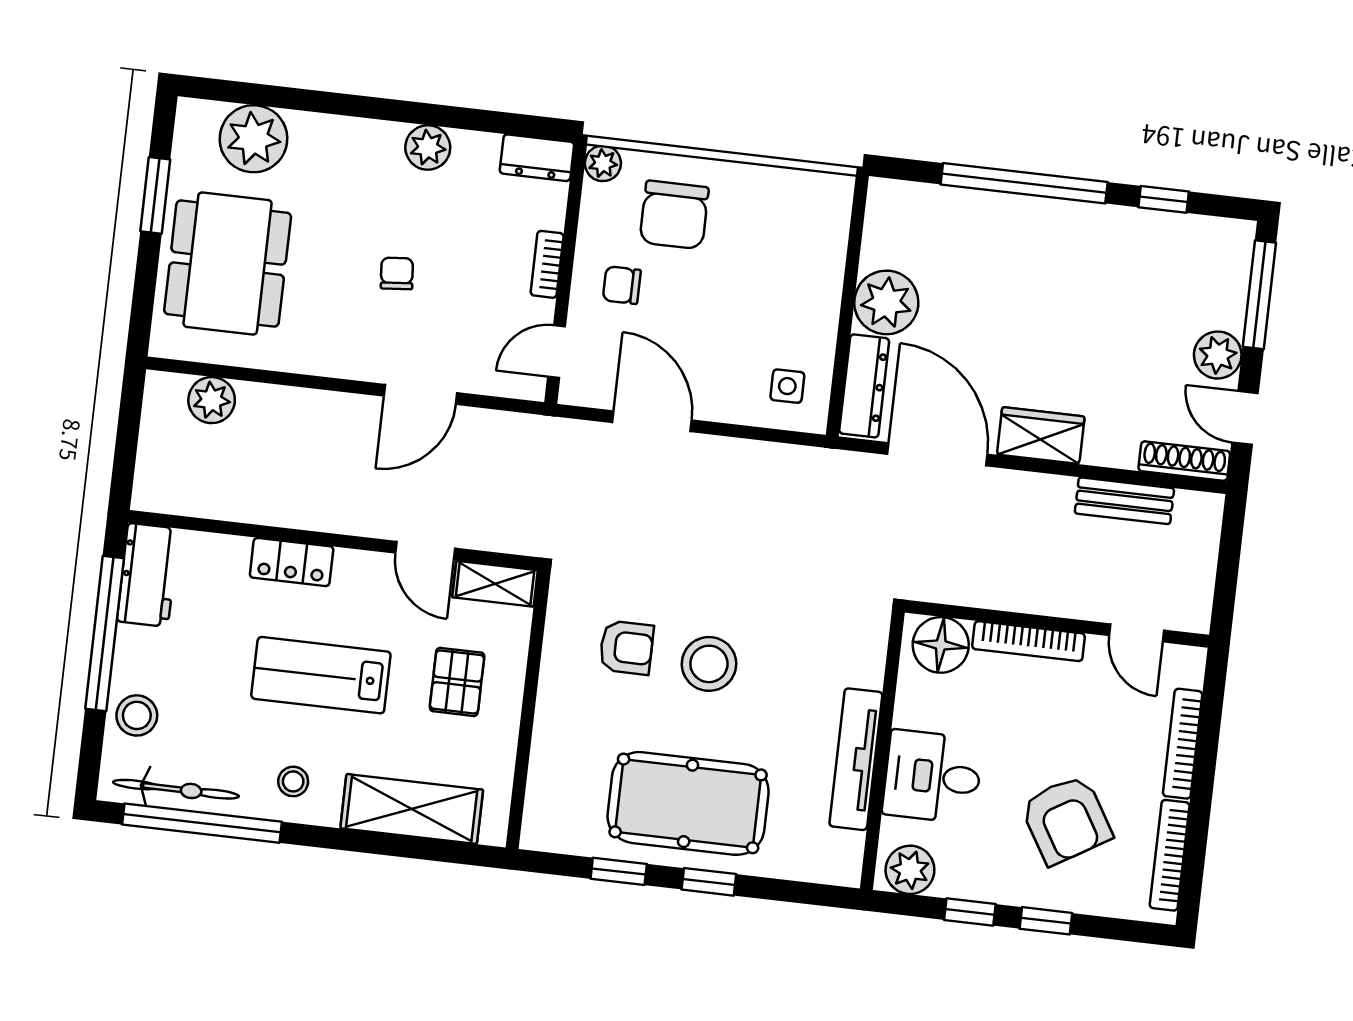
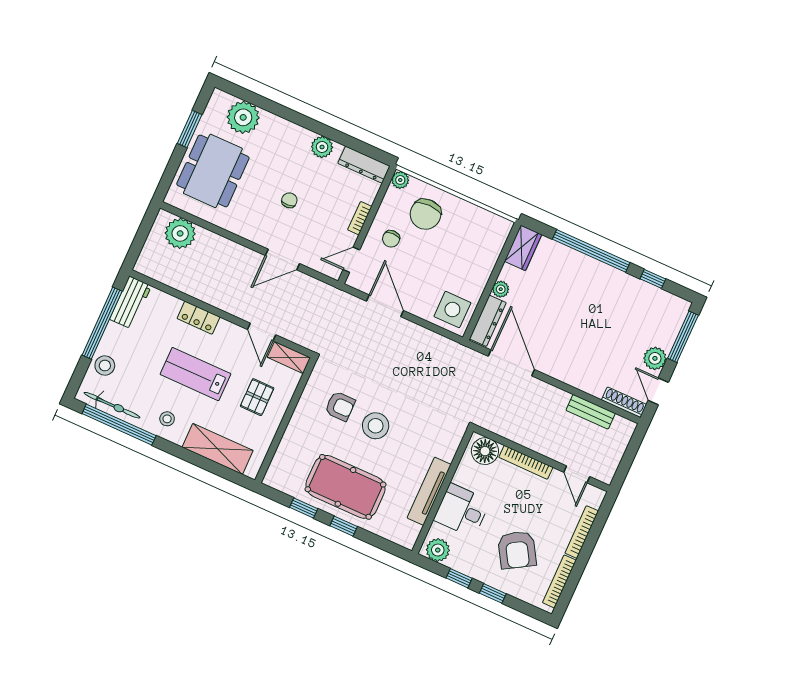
dresser: (537, 158) -> (364, 165), width x1.44
chair: (622, 285) -> (391, 239), turned -90
plant: (886, 302) -> (501, 289), width x0.53, depth x0.53
side table: (787, 386) -> (452, 310), width x1.87, depth x1.87
plant: (212, 400) -> (180, 233), width x1.36, depth x1.36
wardrobe: (1041, 436) -> (523, 248), moved, turned 90

